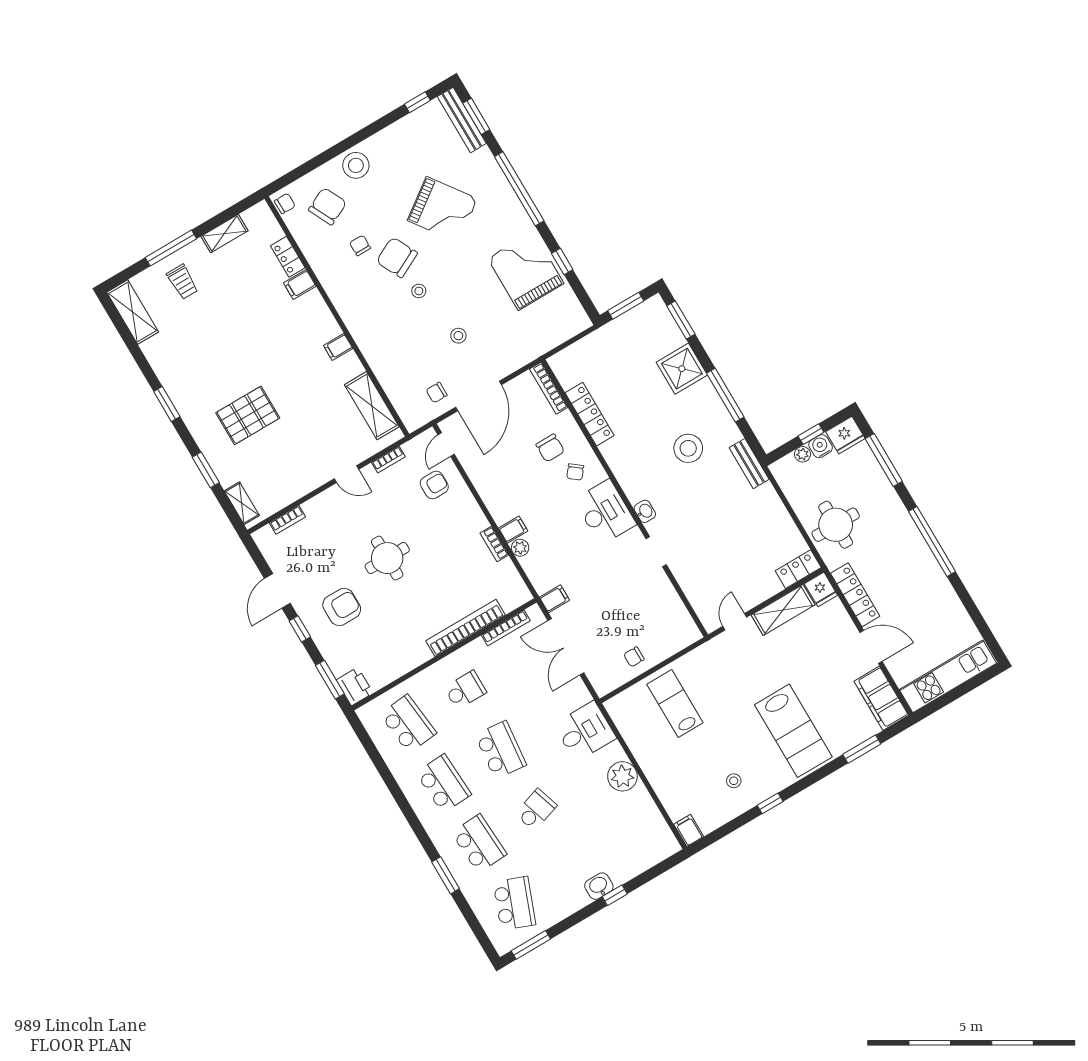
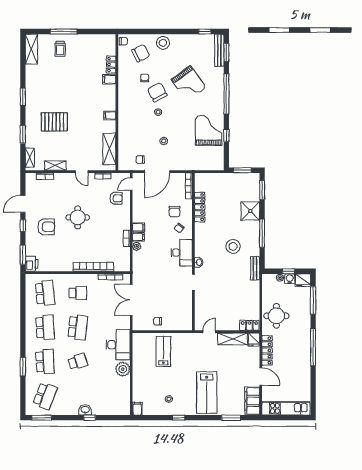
shelving: (225, 234) -> (55, 166), moved
filing cabinet: (554, 599) -> (138, 227), moved
desk: (585, 731) -> (118, 345), width x1.37

